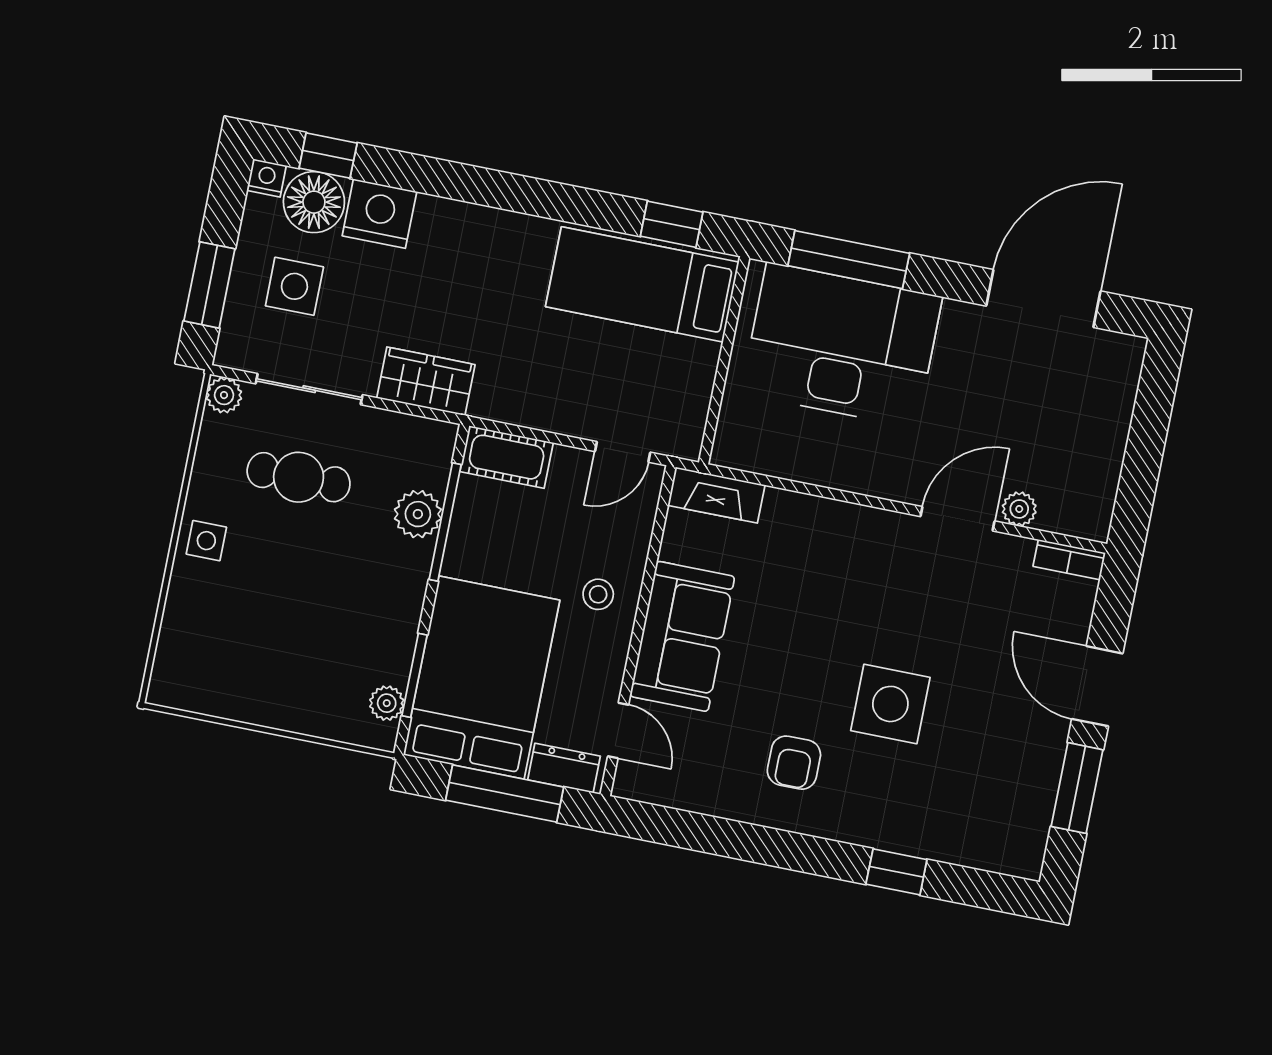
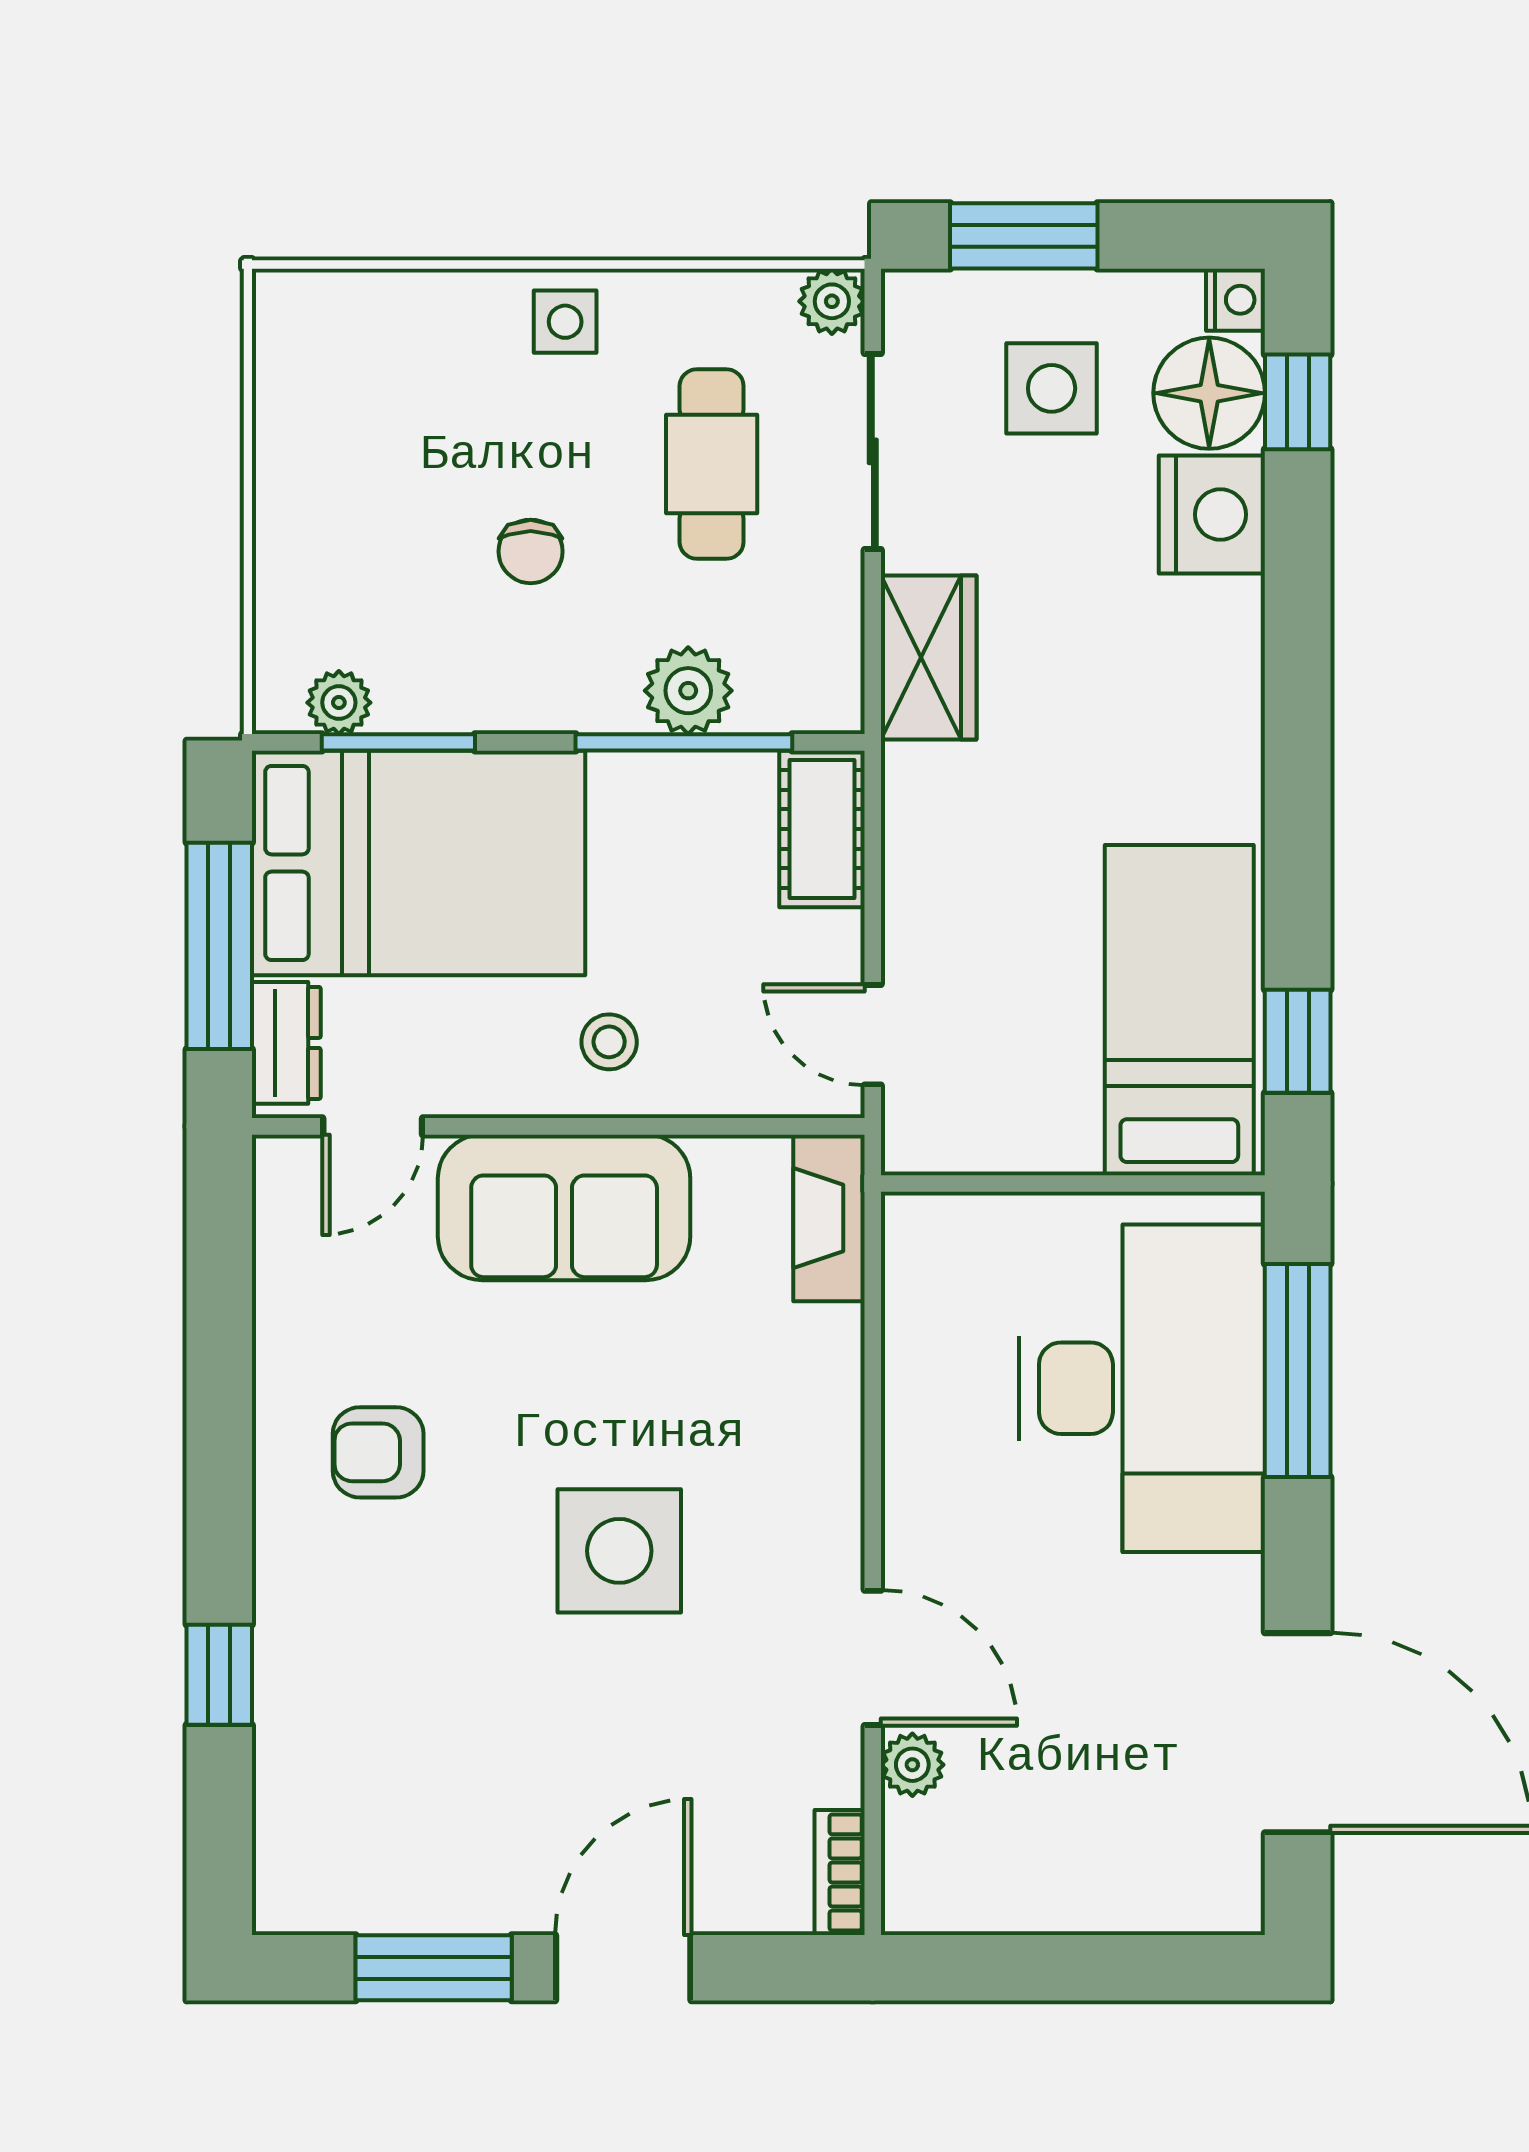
chair: (326, 584) -> (531, 551), added
side table: (890, 704) -> (619, 1551), moved

